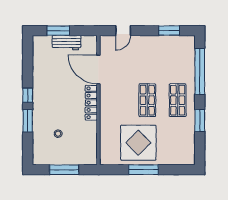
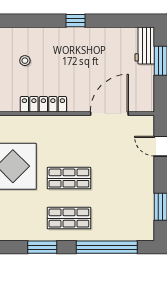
workbench: (67, 43) -> (145, 45), moved
locker: (91, 103) -> (43, 104), moved
window: (28, 121) -> (42, 21), removed

